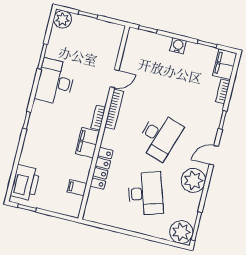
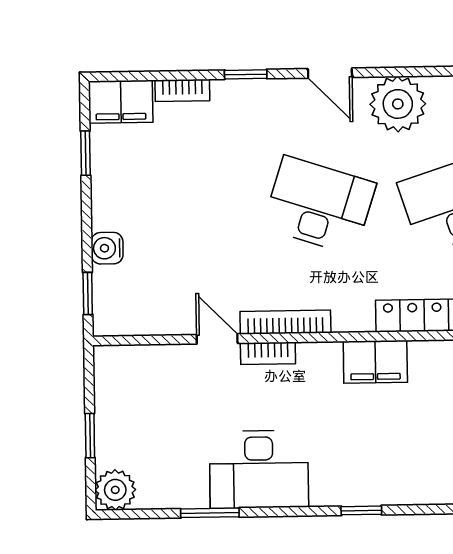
water cooler: (178, 46) -> (107, 248), moved
bookcase: (98, 118) -> (268, 353), moved

